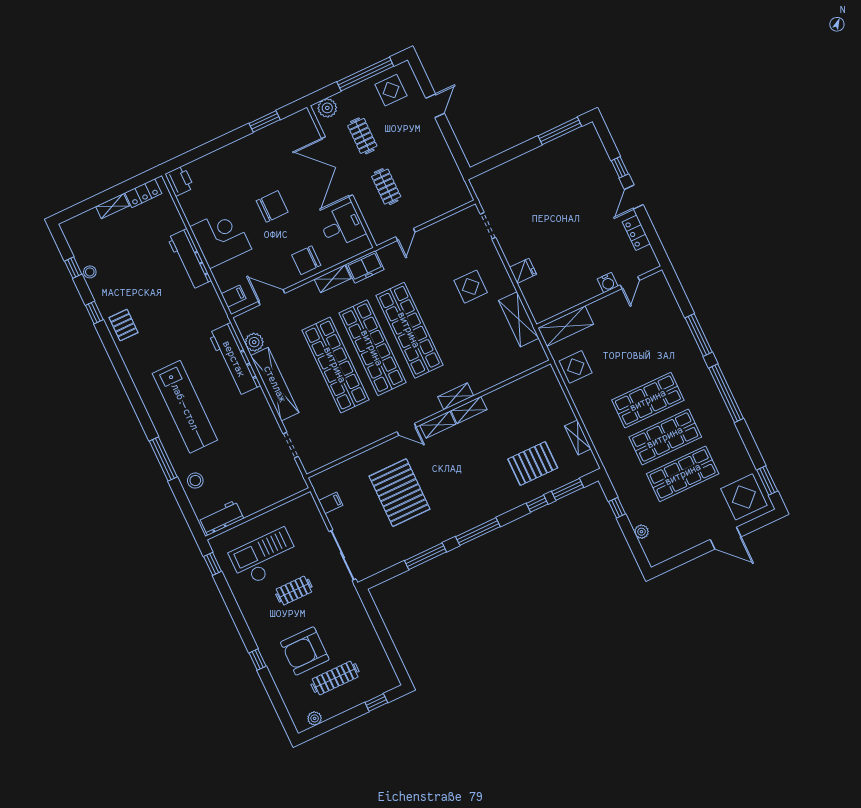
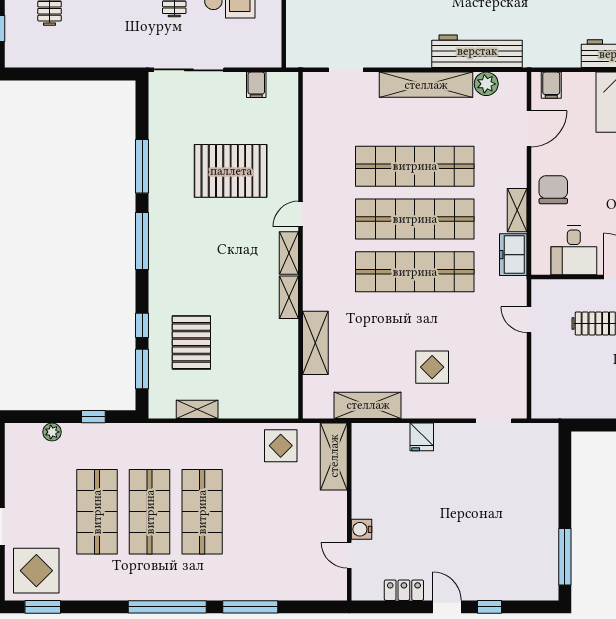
shelving: (456, 396) -> (315, 343), moved, width x1.50, depth x1.33

